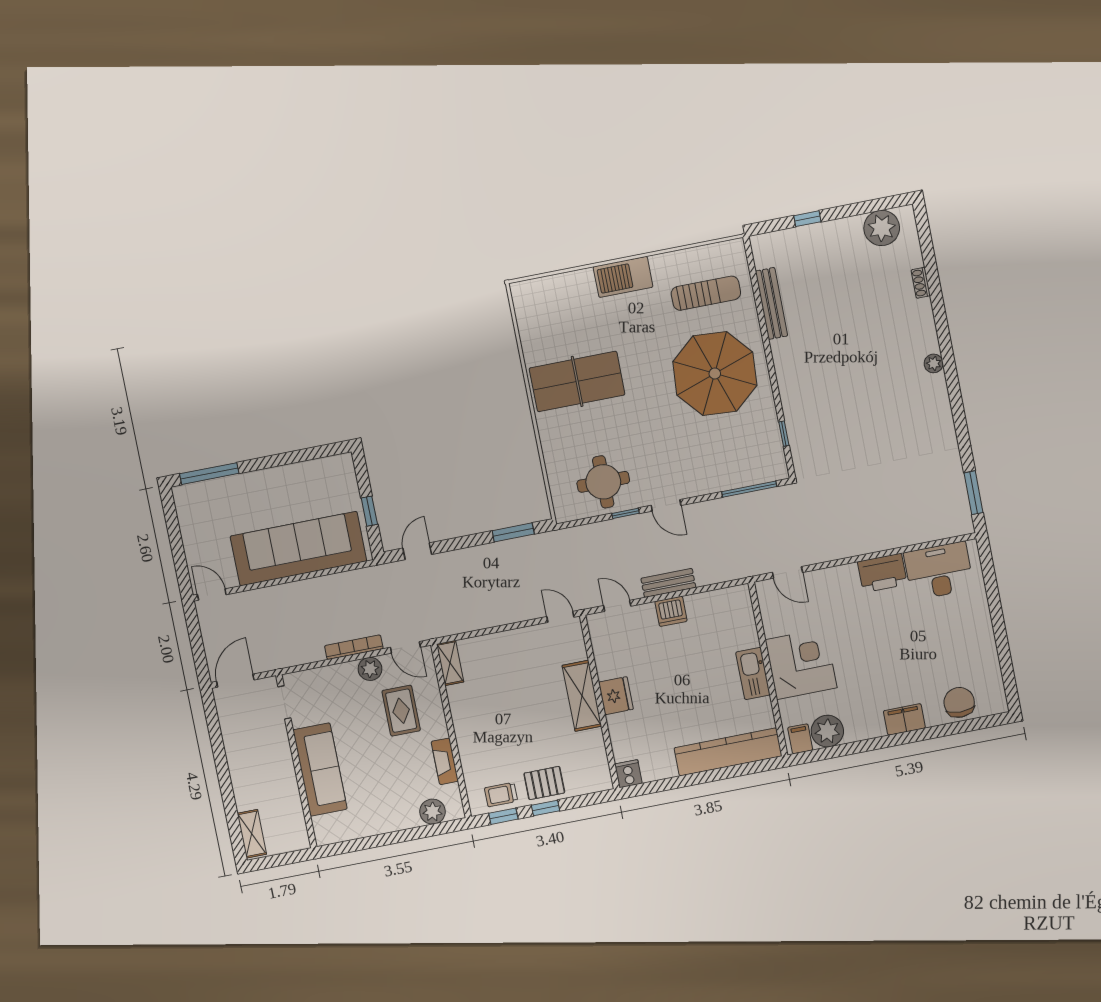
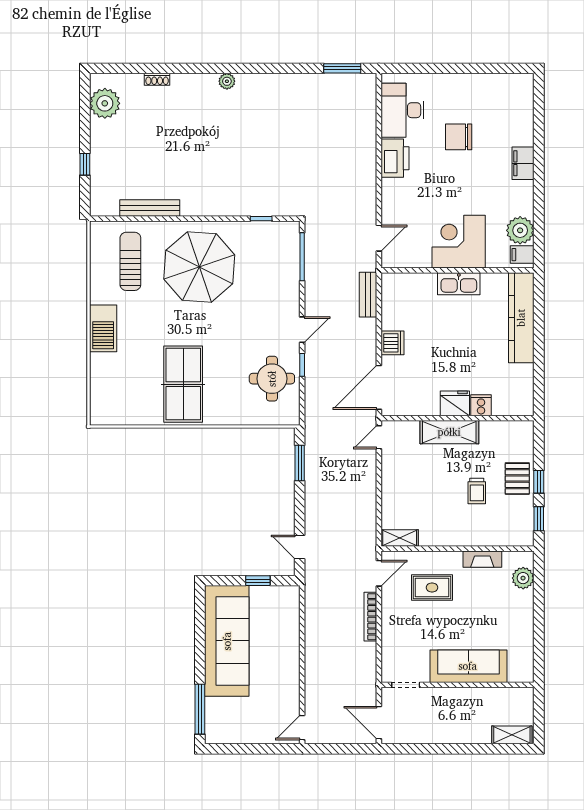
sofa: (298, 549) -> (227, 641), moved, turned 180
bench: (668, 583) -> (368, 295), moved
door: (617, 606) -> (379, 387), width x1.88
plant: (370, 669) -> (391, 607), removed
chair: (959, 702) -> (459, 137), moved
cooker: (628, 774) -> (481, 405), moved, turned 90
trolley: (501, 795) -> (477, 491), moved

